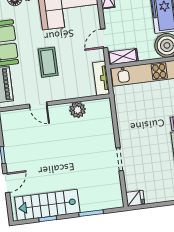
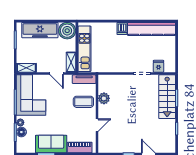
coffee table: (48, 62) -> (83, 102), moved
fridge: (135, 198) -> (159, 66), moved
stairs: (47, 205) -> (167, 97), moved

